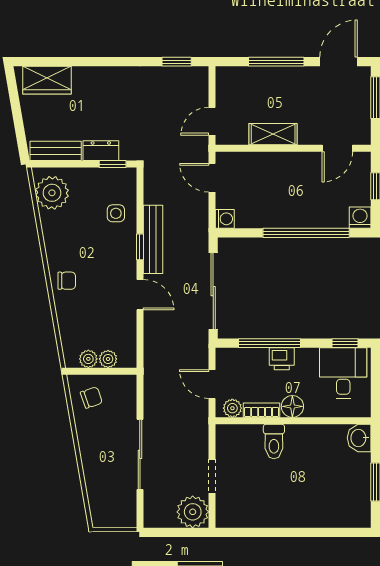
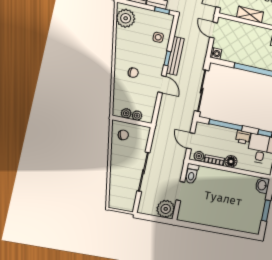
chair: (67, 281) -> (133, 73), moved
printer: (282, 359) -> (243, 137), moved
toilet: (274, 441) -> (192, 174), moved

